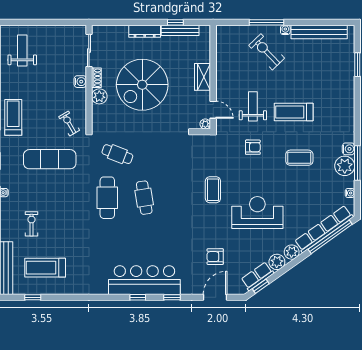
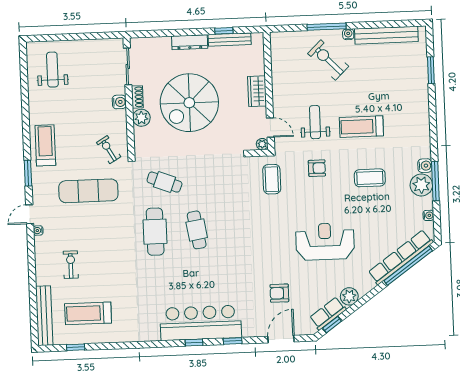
coffee table: (213, 190) -> (272, 179), moved
plant: (292, 252) -> (365, 285), removed

